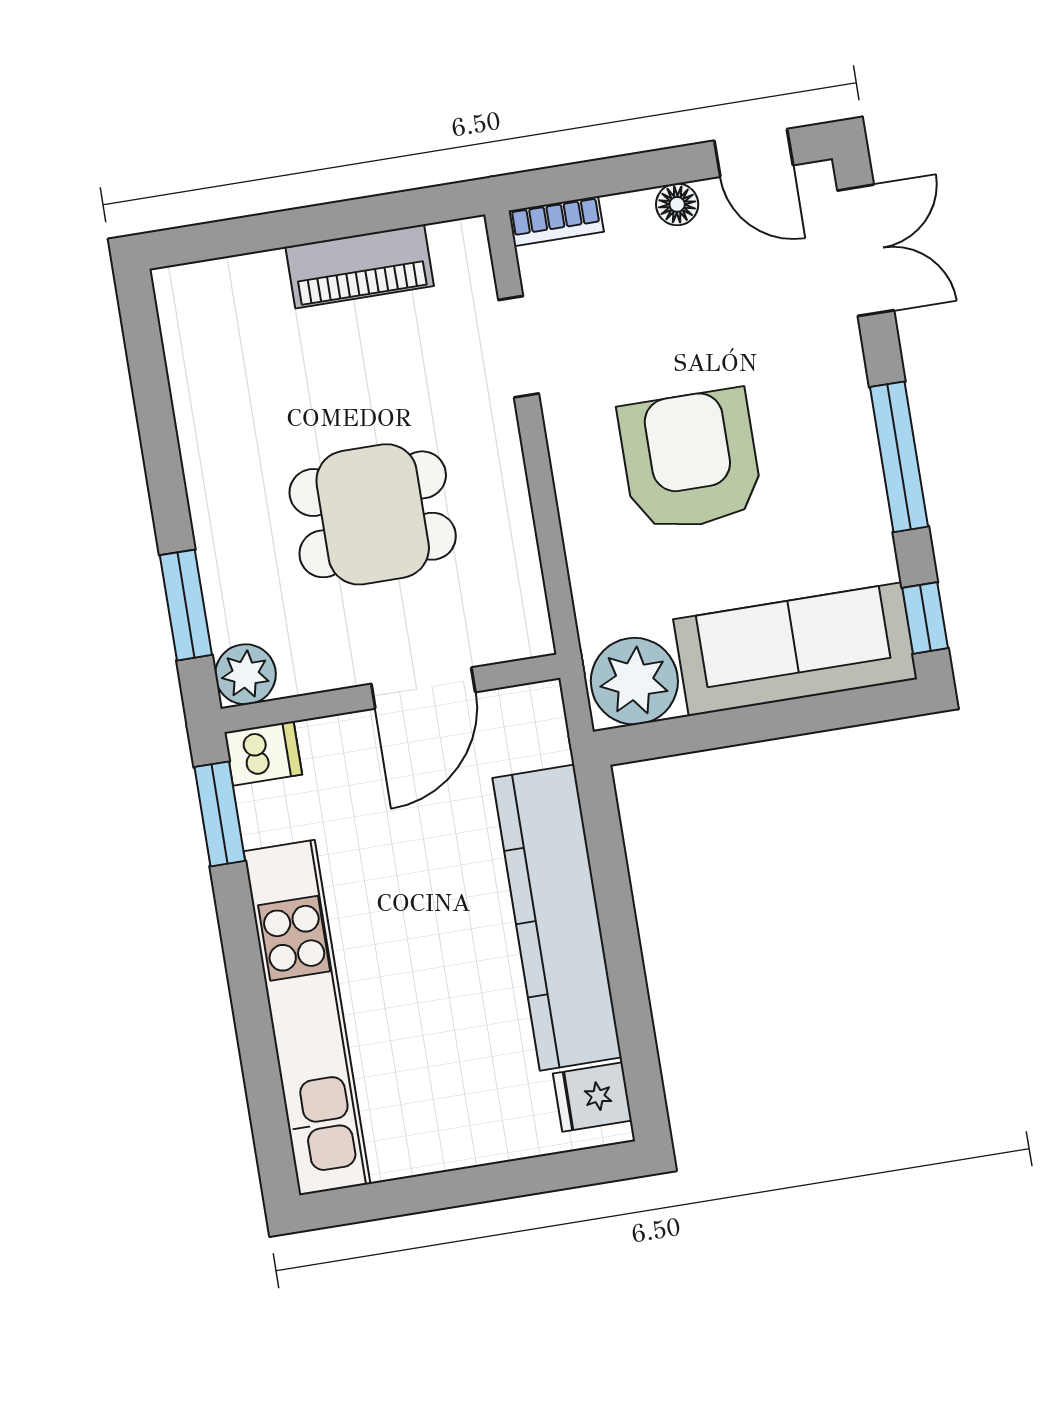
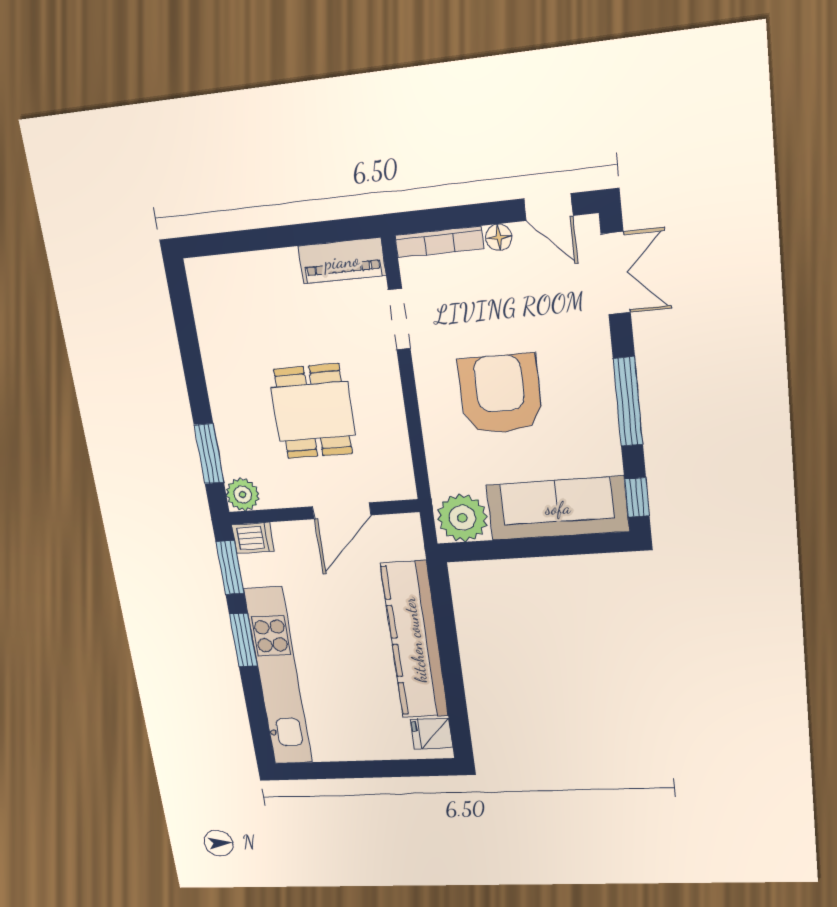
bookcase: (556, 221) -> (439, 242), width x1.56
piano: (360, 266) -> (342, 261), moved
dining table: (373, 514) -> (313, 411), turned 90
window: (242, 952) -> (243, 640), added

